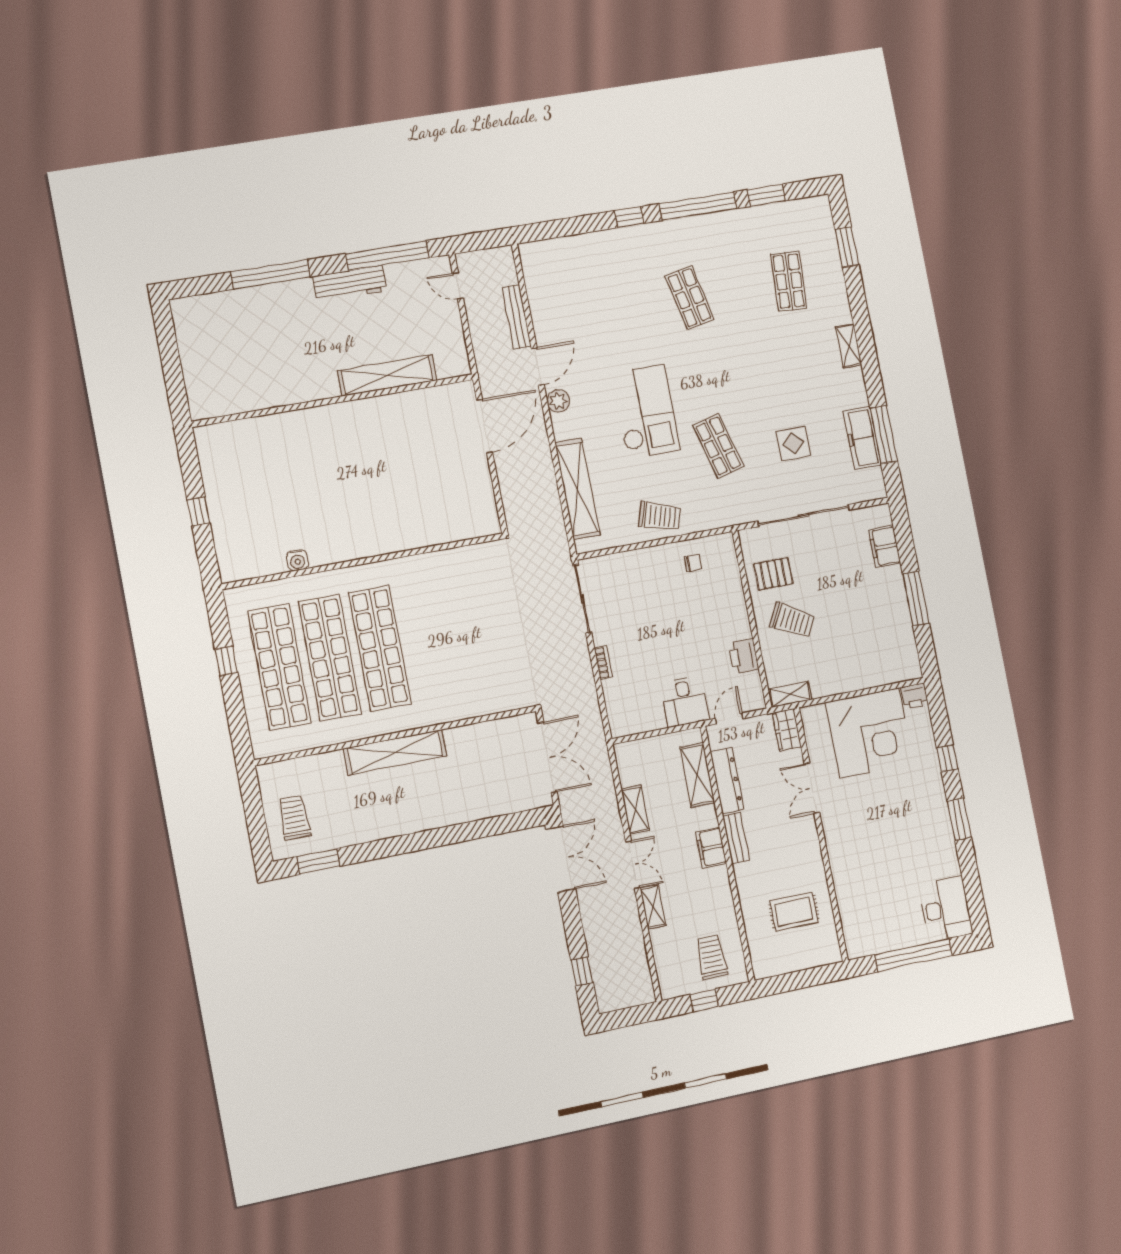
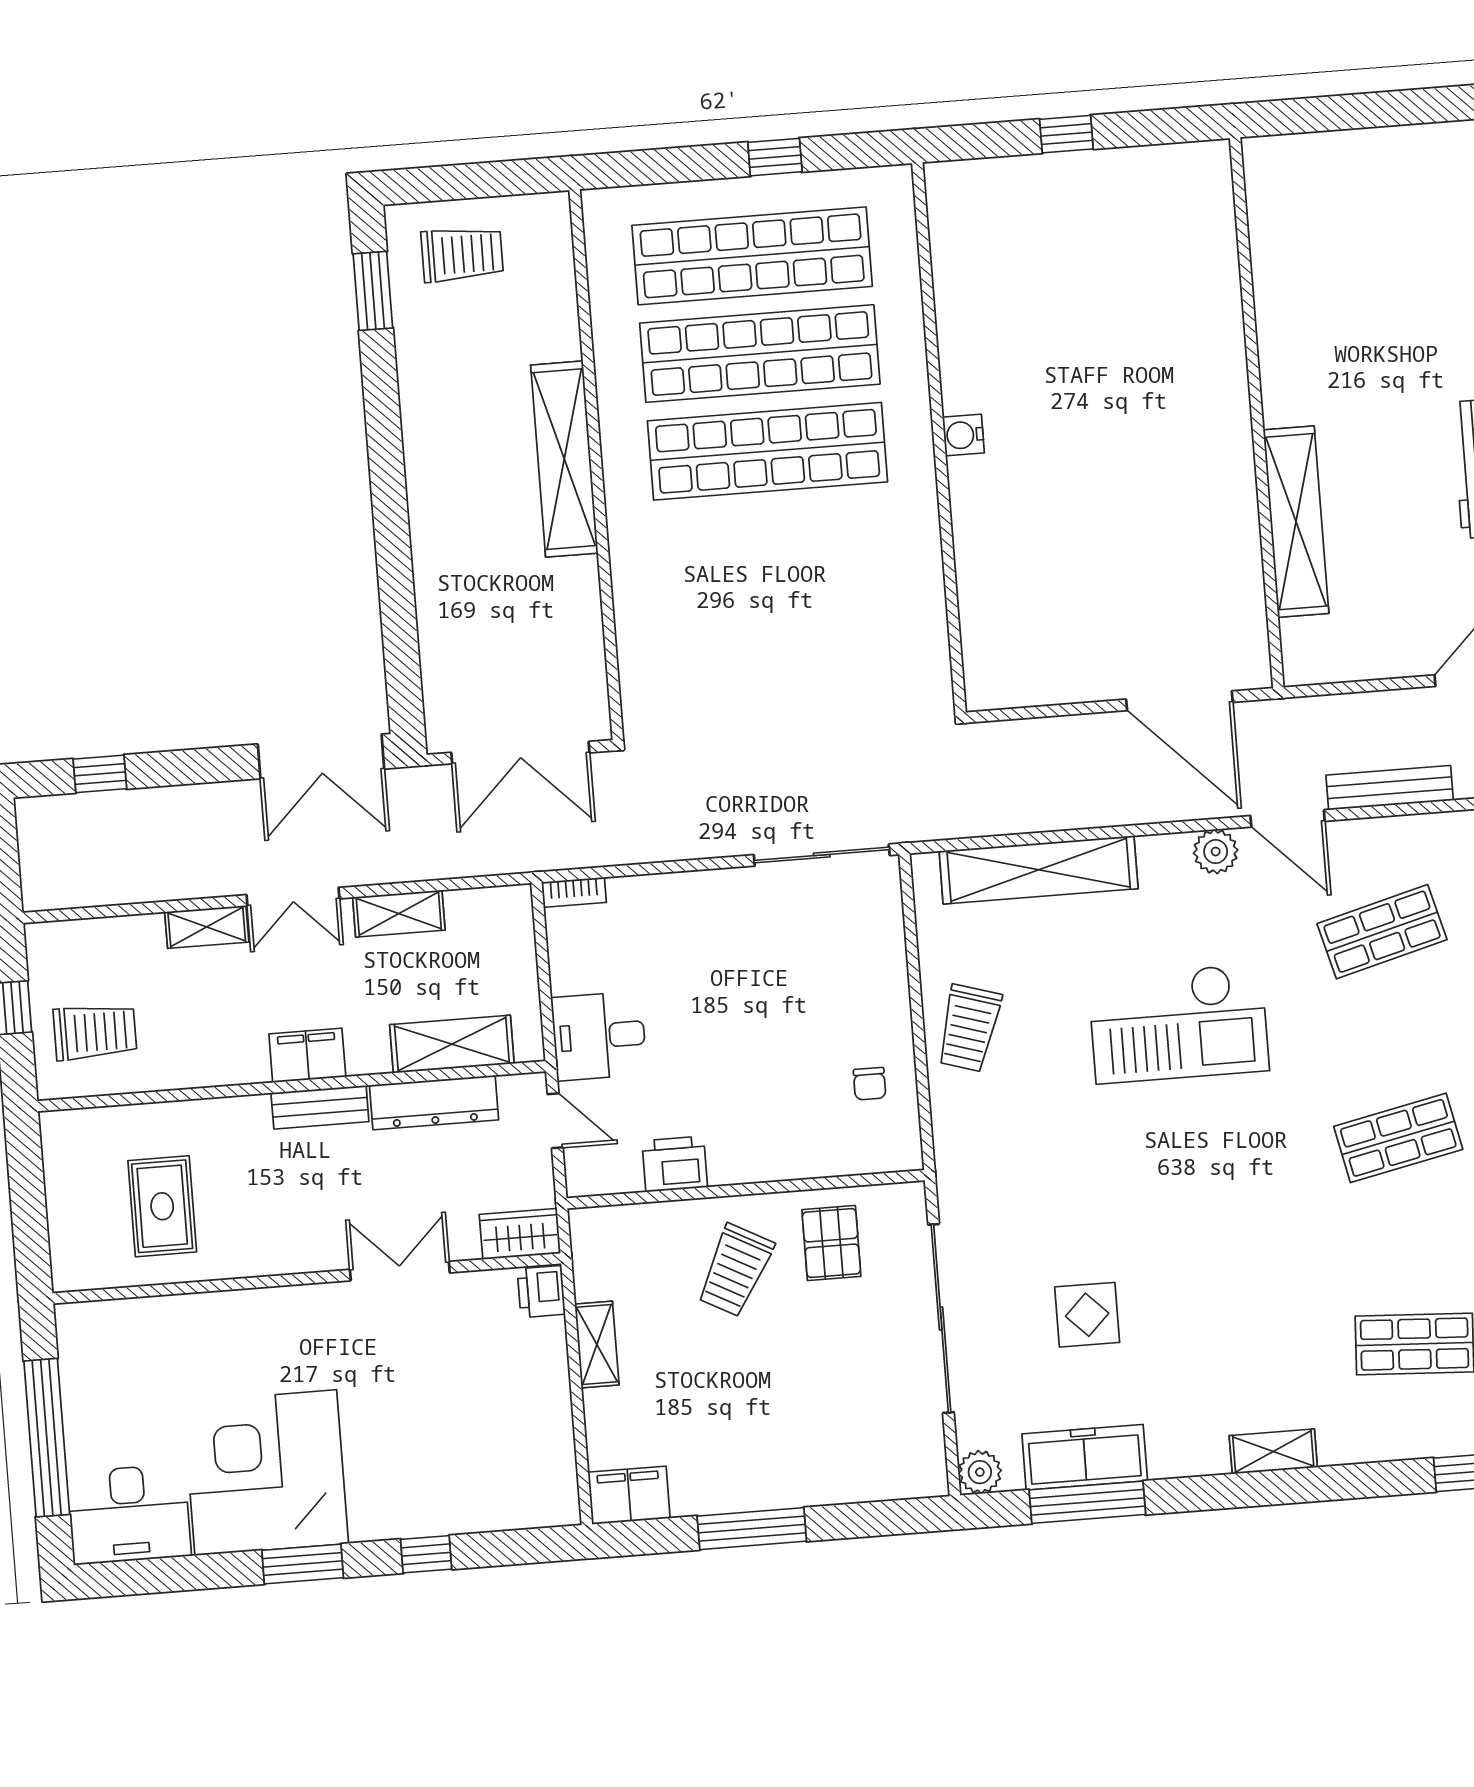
shop shelf: (718, 446) -> (1382, 932), moved
plant: (876, 489) -> (980, 1472), added
filing cabinet: (885, 547) -> (629, 1495), moved
water cooler: (297, 560) -> (963, 435), moved
bookcase: (603, 663) -> (574, 892), moved
shelving: (790, 694) -> (597, 1344), moved
printer: (914, 696) -> (541, 1292), moved
corner desk: (870, 733) -> (266, 1473), moved, turned 90

